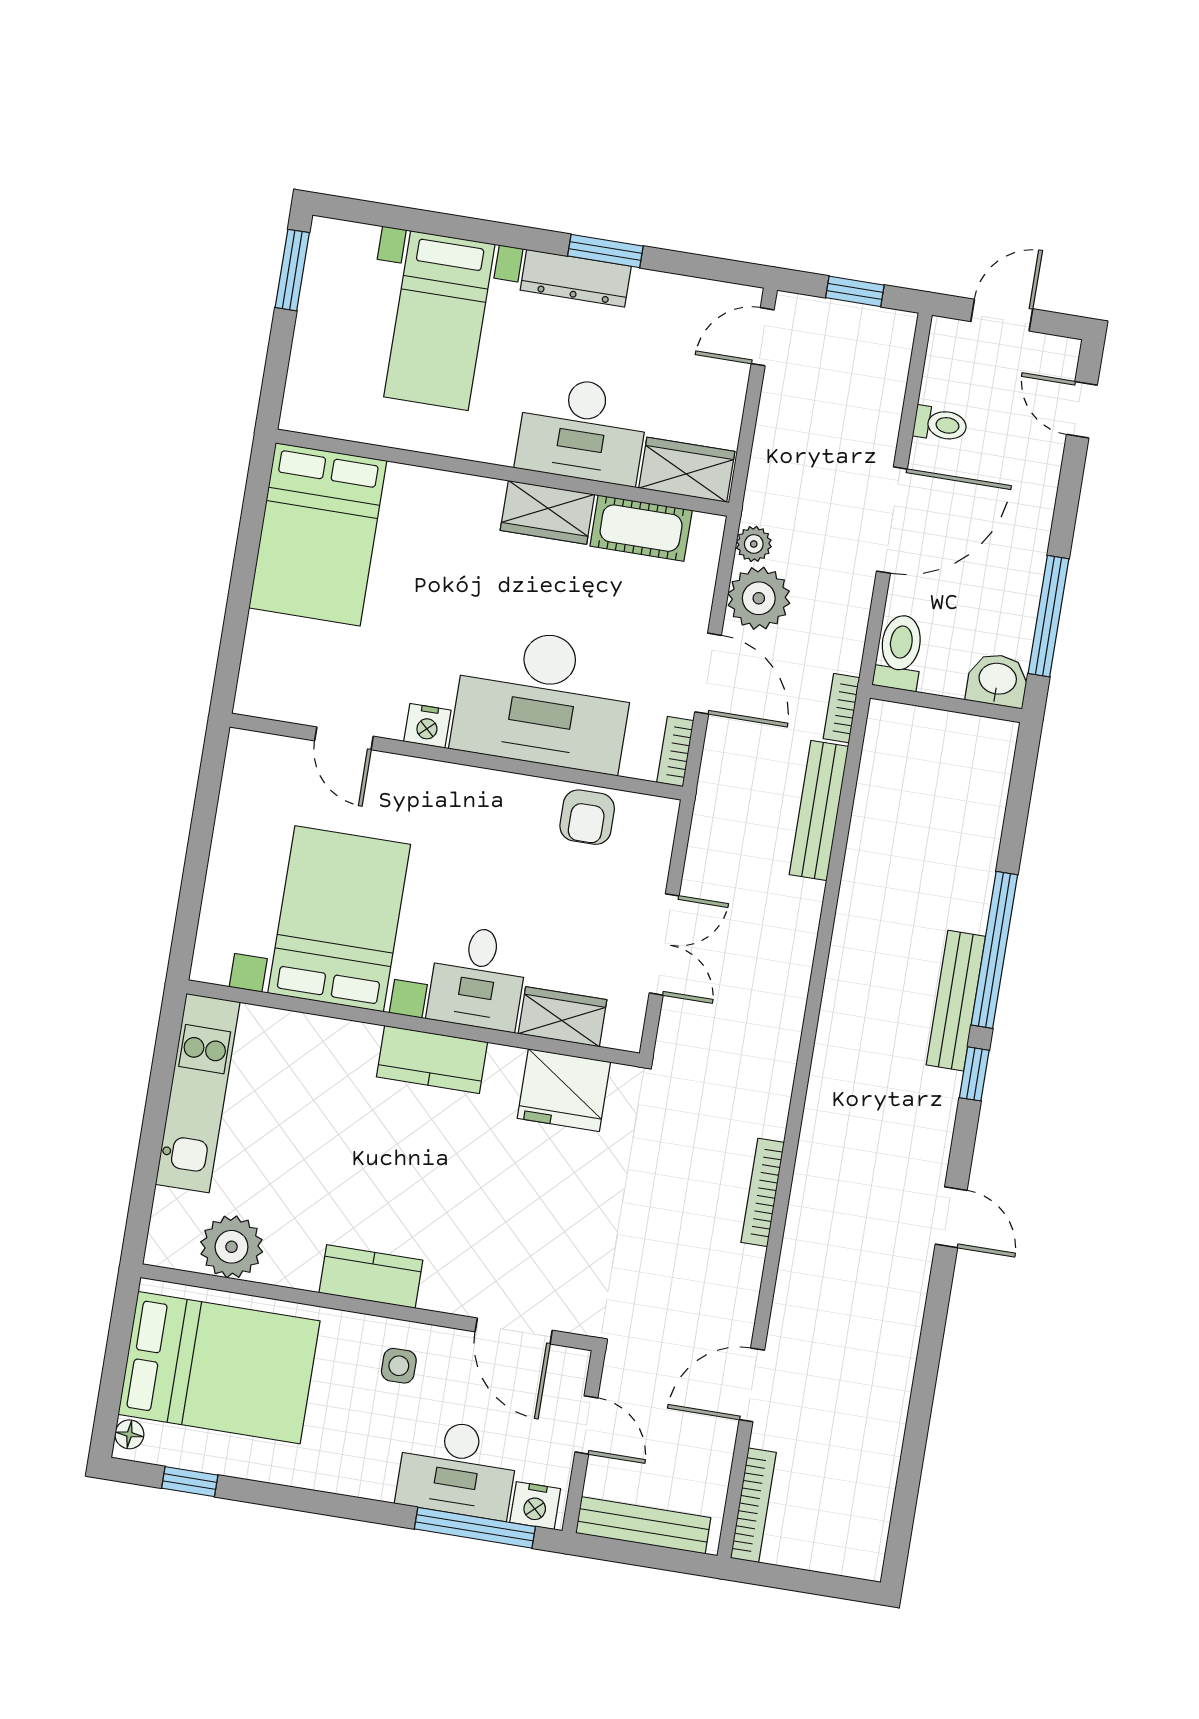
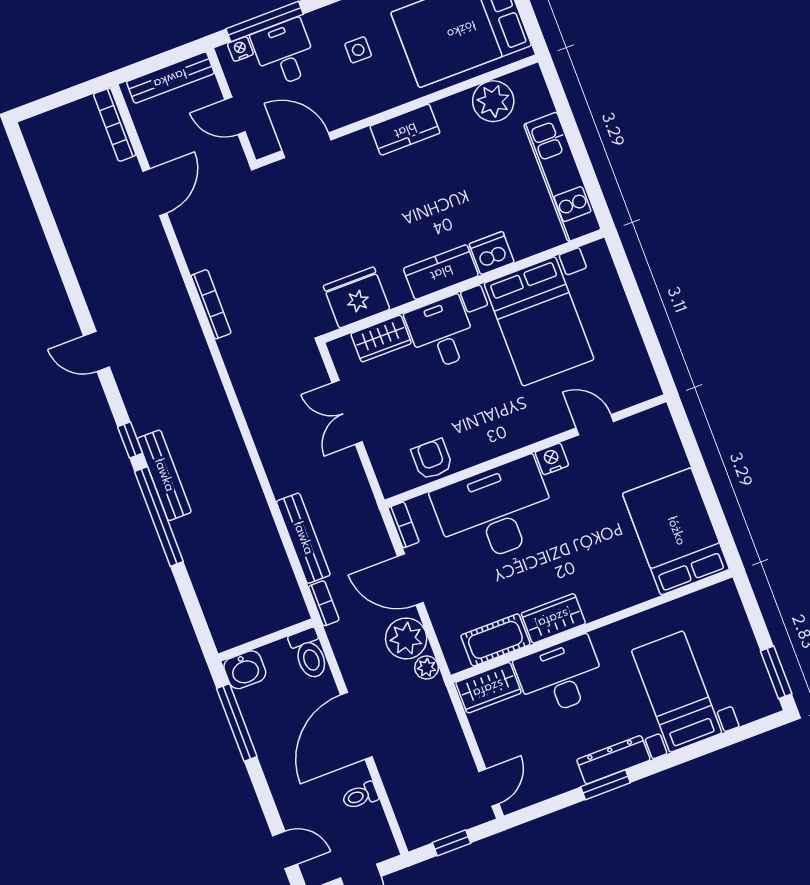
dishwasher: (350, 1046) -> (492, 253), added
side table: (399, 1366) -> (358, 50), moved
desk: (457, 1469) -> (284, 53), width x0.73
nightstand: (535, 1506) -> (240, 49), width x0.72, depth x0.74

